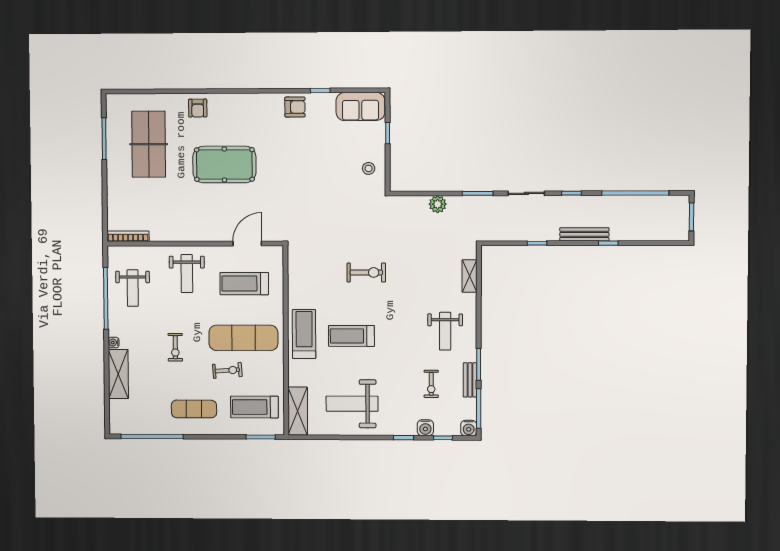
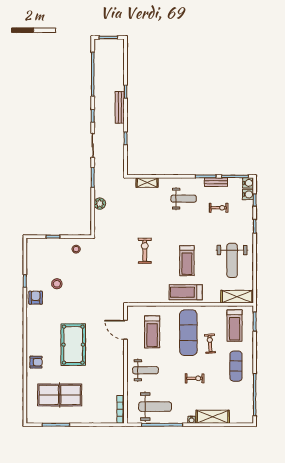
sofa: (360, 106) -> (35, 254), removed
stool: (316, 139) -> (57, 284), added
weight bench: (133, 288) -> (155, 407), width x1.36, depth x1.33
water cooler: (425, 428) -> (248, 194), moved

